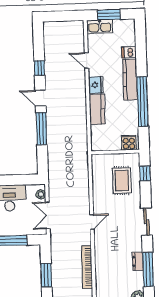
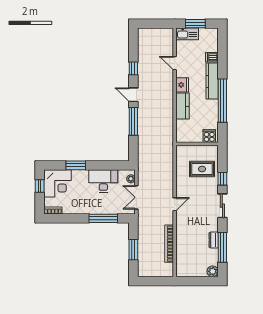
window: (145, 174) -> (222, 179), moved
rug: (122, 181) -> (202, 169), turned 90

